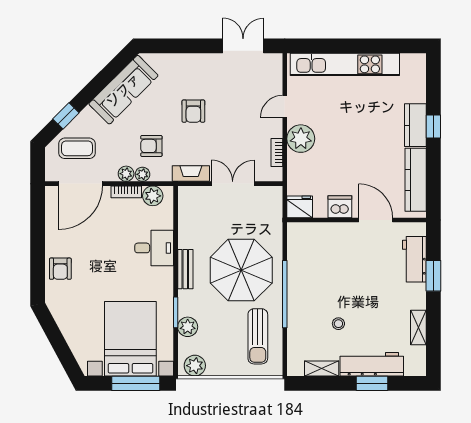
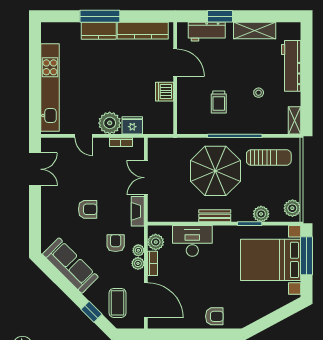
double door: (243, 46) -> (35, 169), swing flipped
window: (433, 126) -> (100, 16), width x2.17
armchair: (151, 146) -> (116, 243), turned 180
fridge: (300, 207) -> (132, 125), moved, turned 90
door: (376, 220) -> (175, 63), swing flipped
desk: (154, 248) -> (192, 241), width x1.37
trolley: (327, 274) -> (219, 102), added
shelving: (418, 327) -> (255, 30), width x1.50, depth x1.33
shelving: (322, 368) -> (295, 120), moved
window: (372, 383) -> (307, 66), removed

